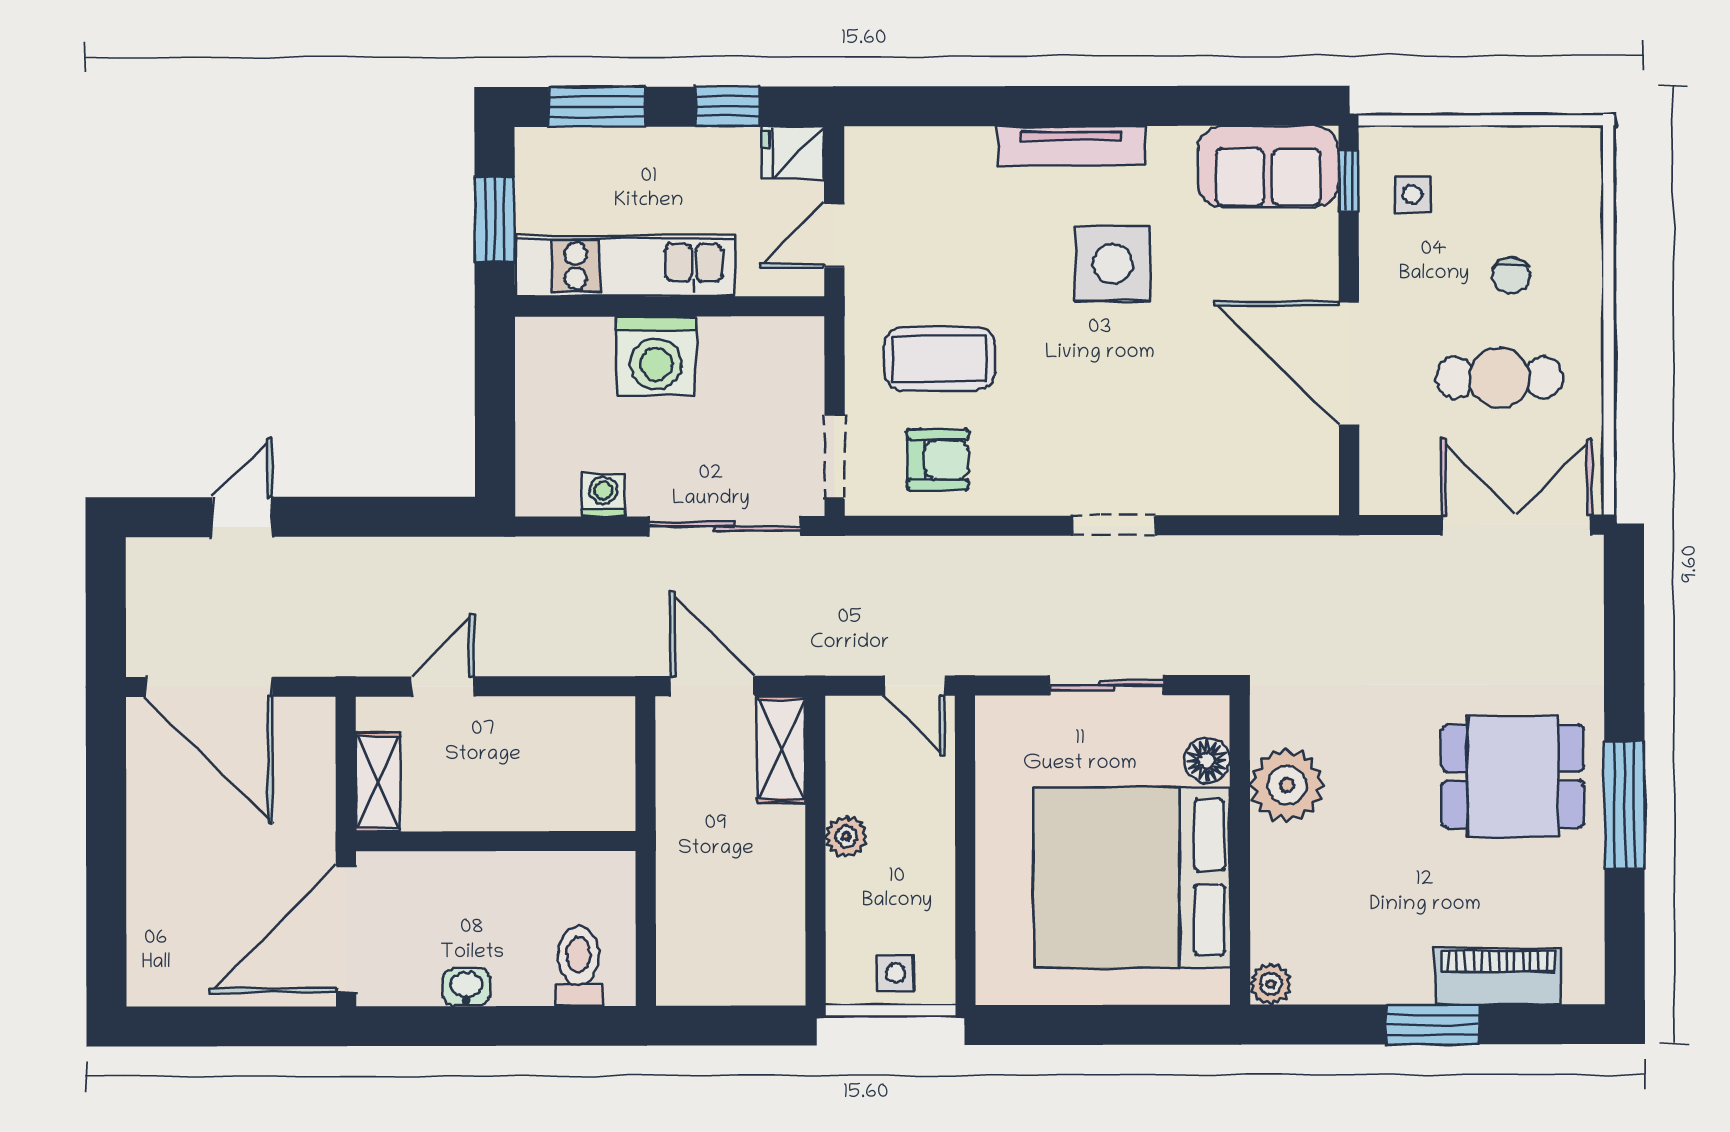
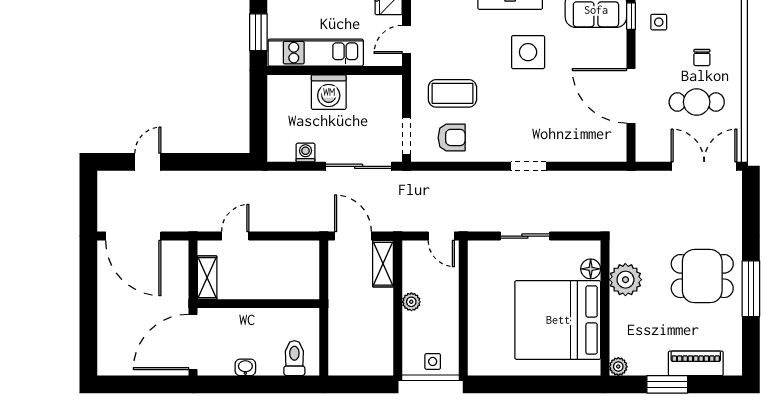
floor lamp: (1207, 760) -> (591, 269), moved
plant: (1287, 785) -> (625, 280), moved
wall: (1240, 850) -> (605, 308), moved
bed: (1132, 878) -> (558, 320), moved
plant: (1271, 984) -> (618, 367), moved

